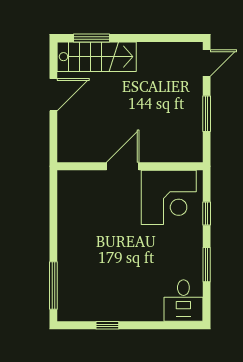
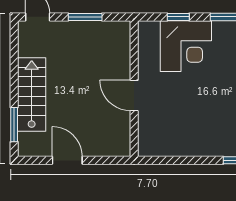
stairs: (97, 57) -> (32, 95), moved
corner desk: (169, 197) -> (186, 46), moved, turned 90

